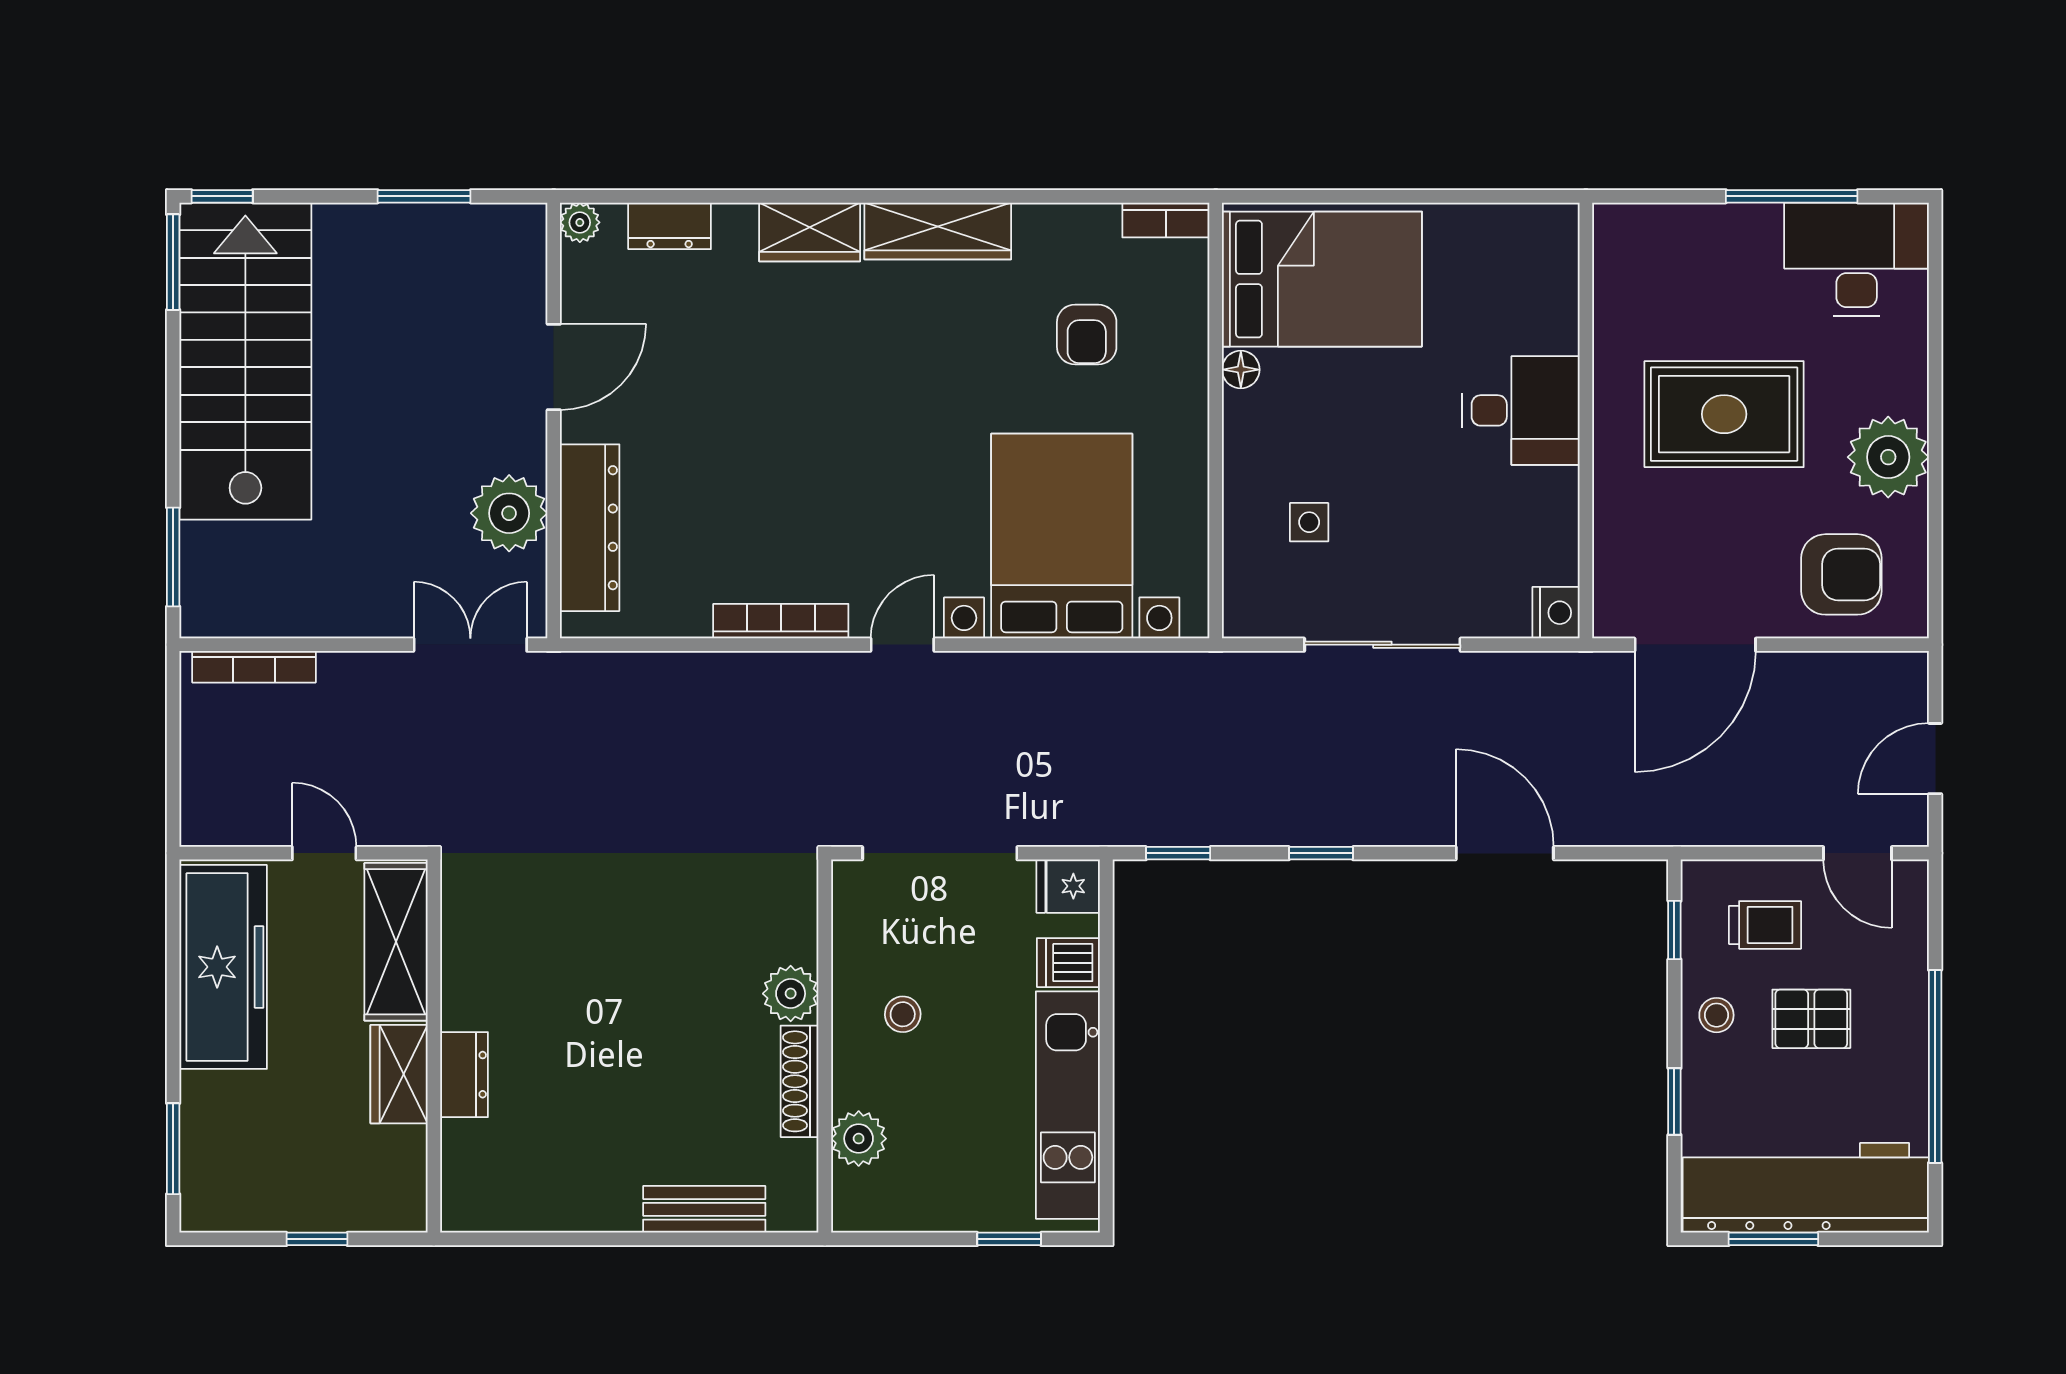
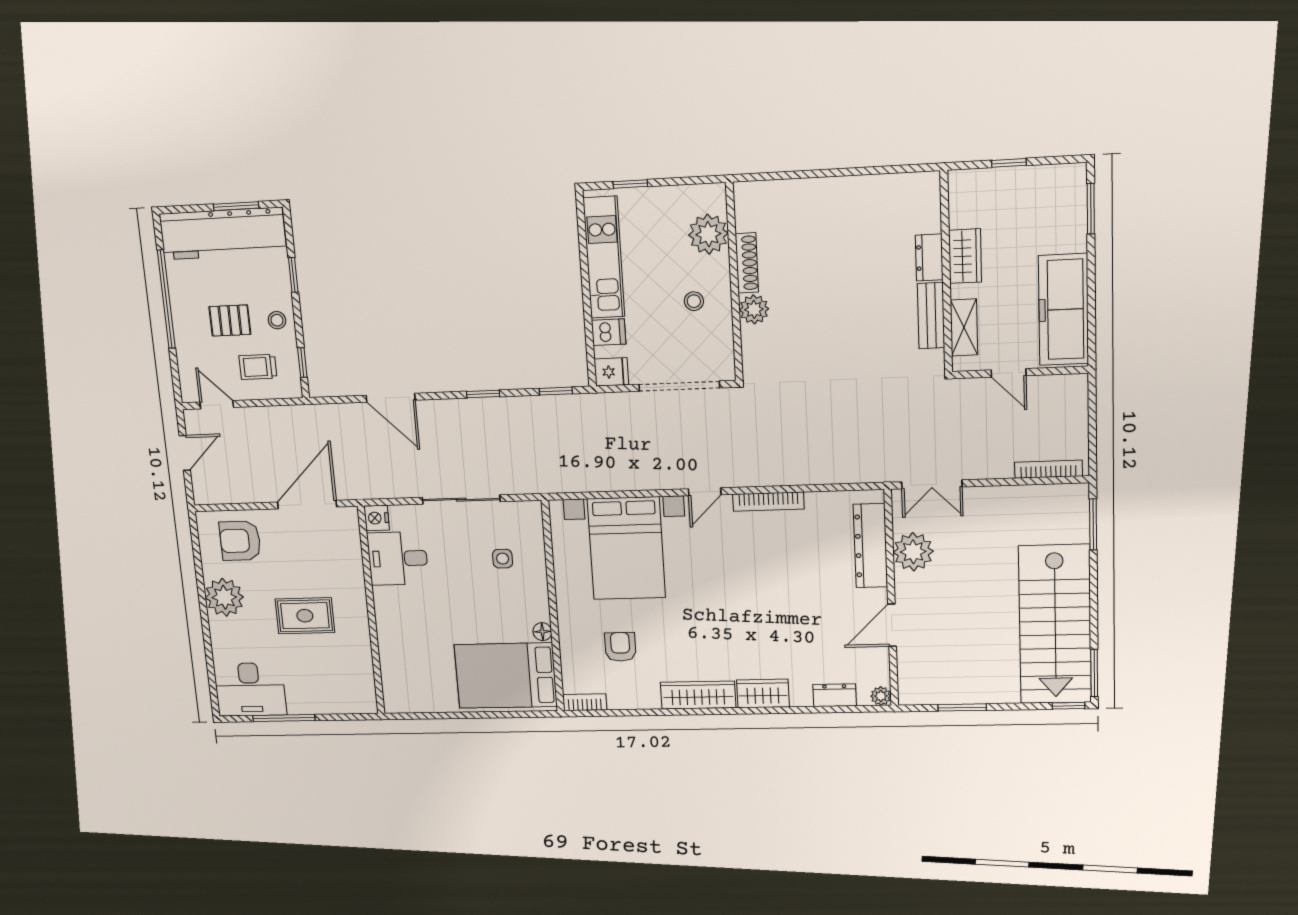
desk: (1521, 410) -> (398, 558), moved
rug: (1724, 414) -> (305, 616), width x0.73, depth x0.70
shelving: (396, 942) -> (964, 327), width x0.67, depth x0.75
plant: (859, 1139) -> (708, 234), width x1.36, depth x1.36
bench: (704, 1209) -> (931, 316), moved, turned 90

